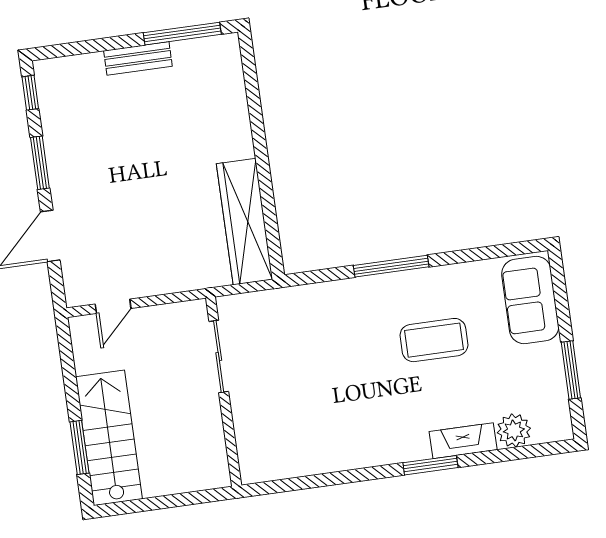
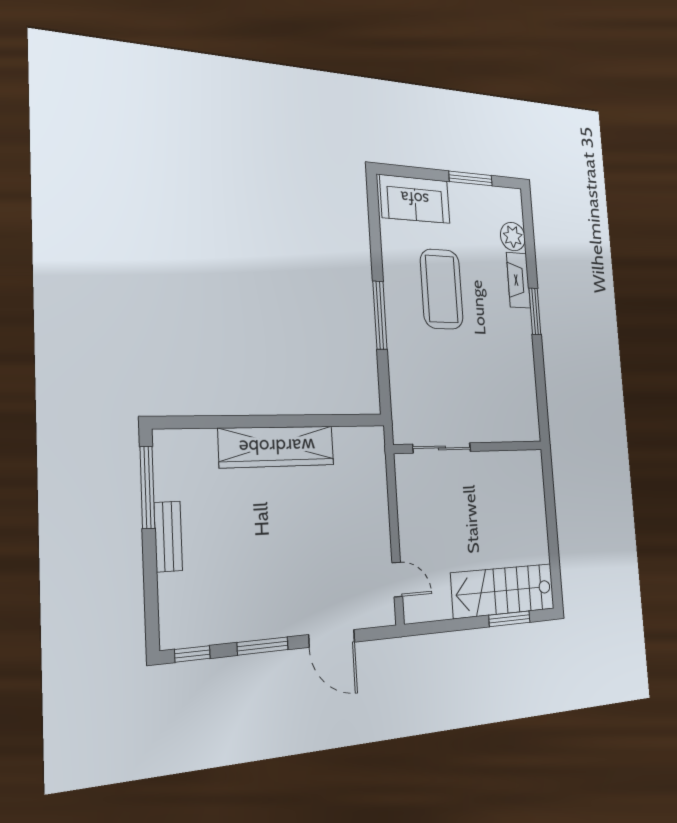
wardrobe: (245, 222) -> (277, 447), moved
coffee table: (434, 340) -> (442, 289), width x1.36, depth x1.32
sliding door: (219, 357) -> (442, 448), moved
wall: (224, 392) -> (470, 447), moved

